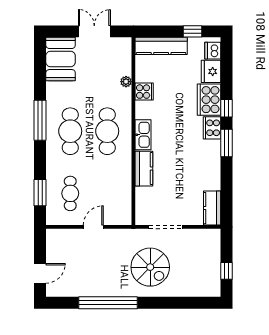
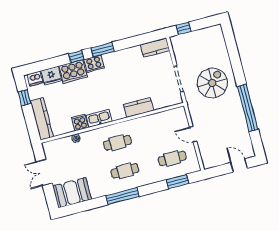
cafe table: (70, 131) -> (125, 171), width x0.73, depth x0.74
cafe table: (107, 131) -> (117, 143), width x0.73, depth x0.74
kitchen sink: (143, 135) -> (99, 118), moved
window: (227, 271) -> (184, 28), moved

